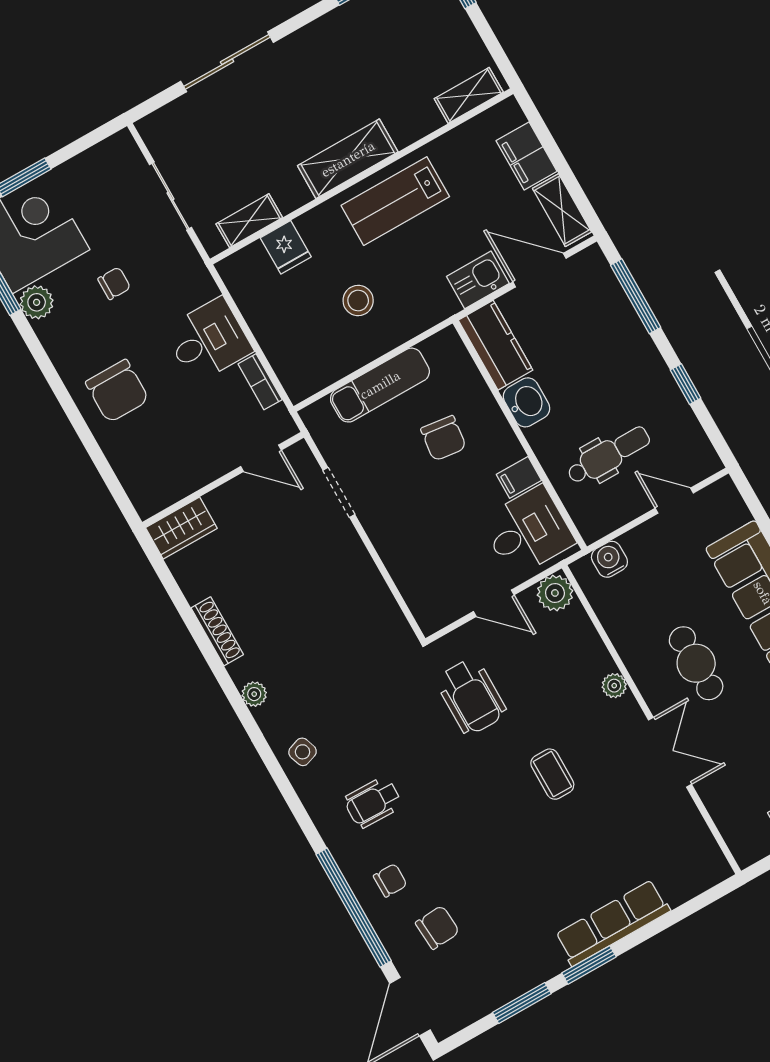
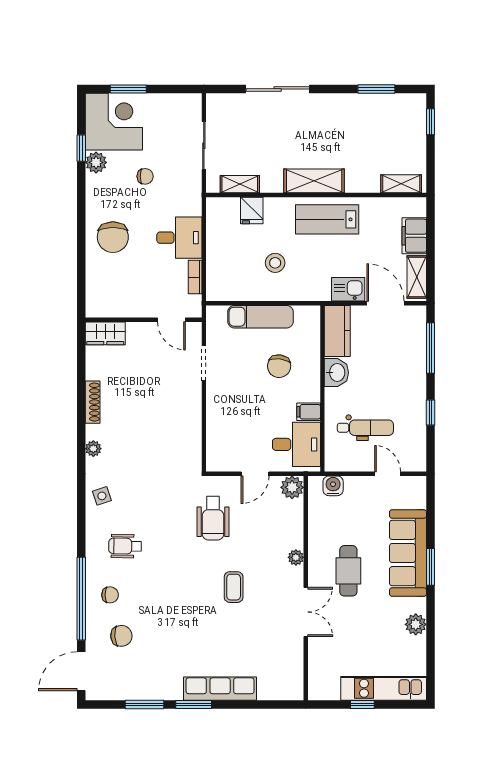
door: (494, 603) -> (255, 474), hinge flipped

